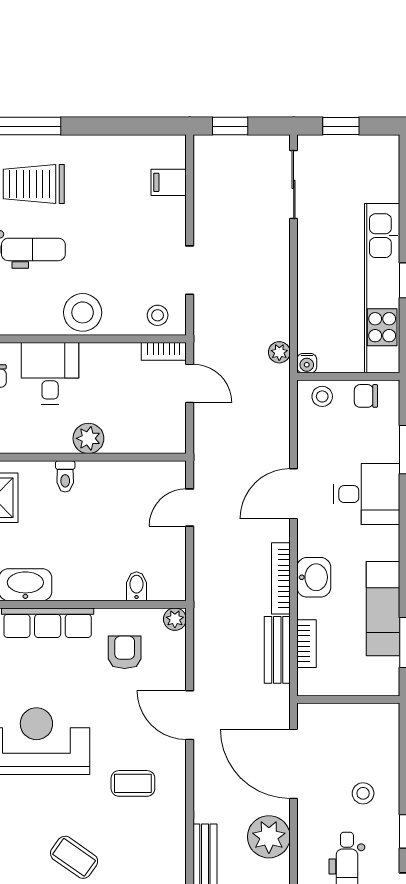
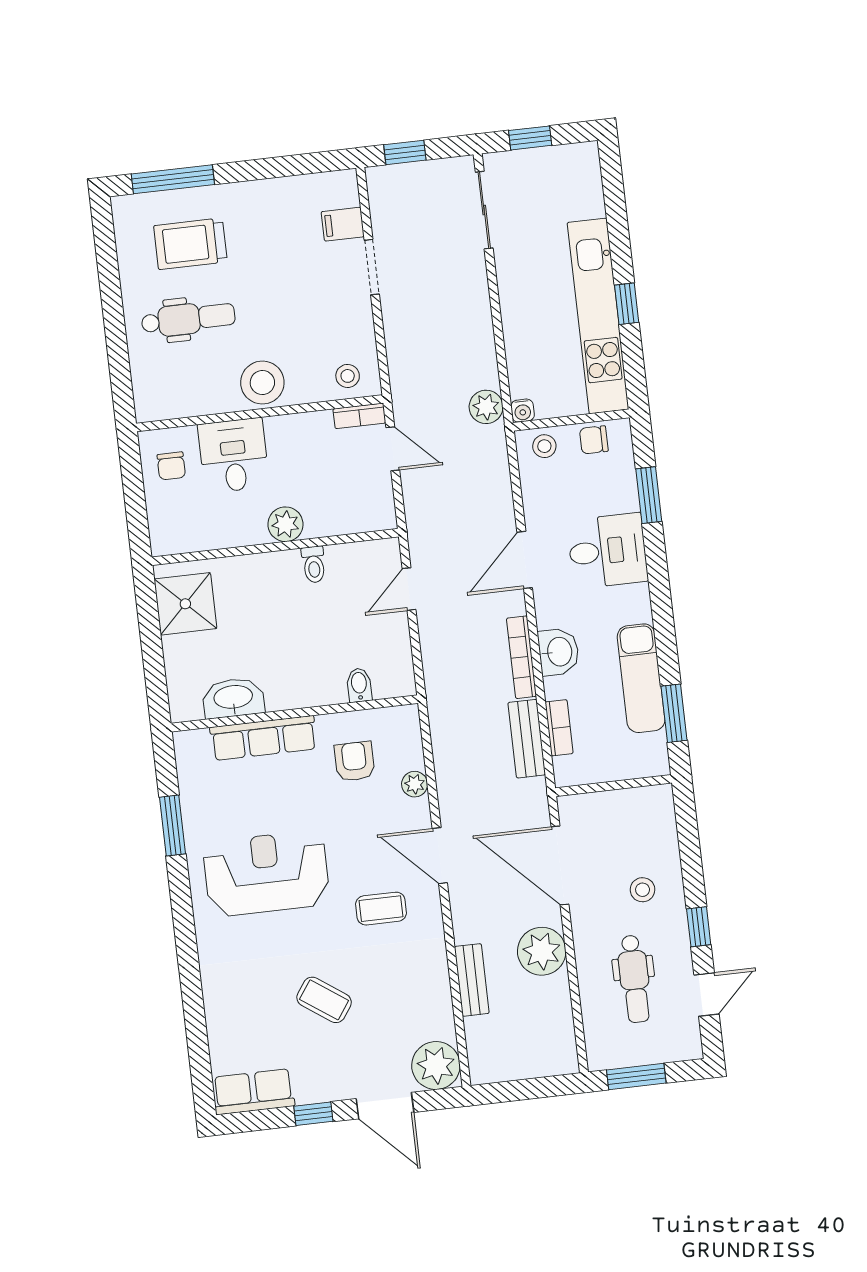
doorway: (190, 270) -> (372, 267), moved
plant: (279, 352) -> (486, 407), width x1.38, depth x1.38
toilet: (65, 476) -> (314, 565), moved
plant: (175, 619) -> (415, 784), moved
door: (190, 715) -> (440, 856), moved

